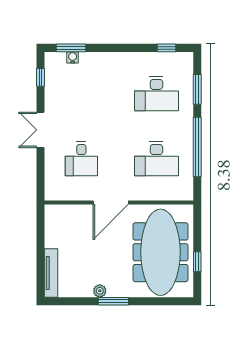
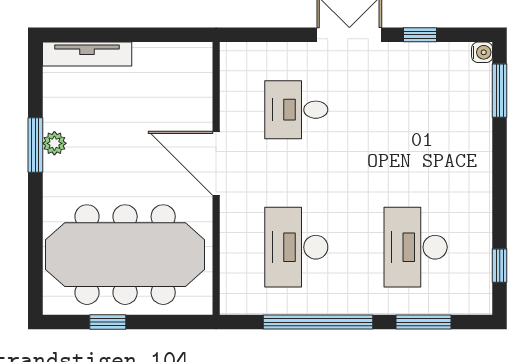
water cooler: (73, 57) -> (482, 52), moved
window: (41, 77) -> (420, 35), moved
window: (113, 301) -> (35, 145), moved

